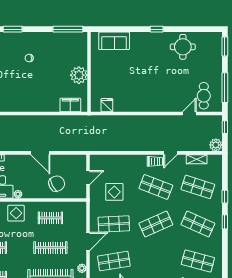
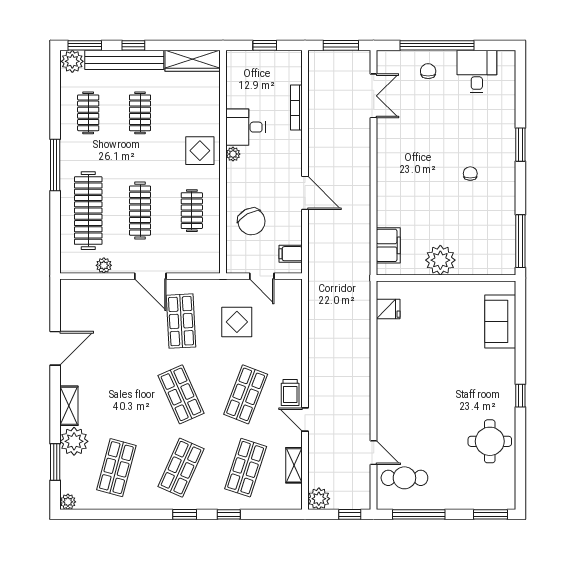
door: (40, 153) -> (305, 193), swing flipped
filing cabinet: (75, 161) -> (291, 254), added
shop shelf: (114, 261) -> (116, 321), removed

